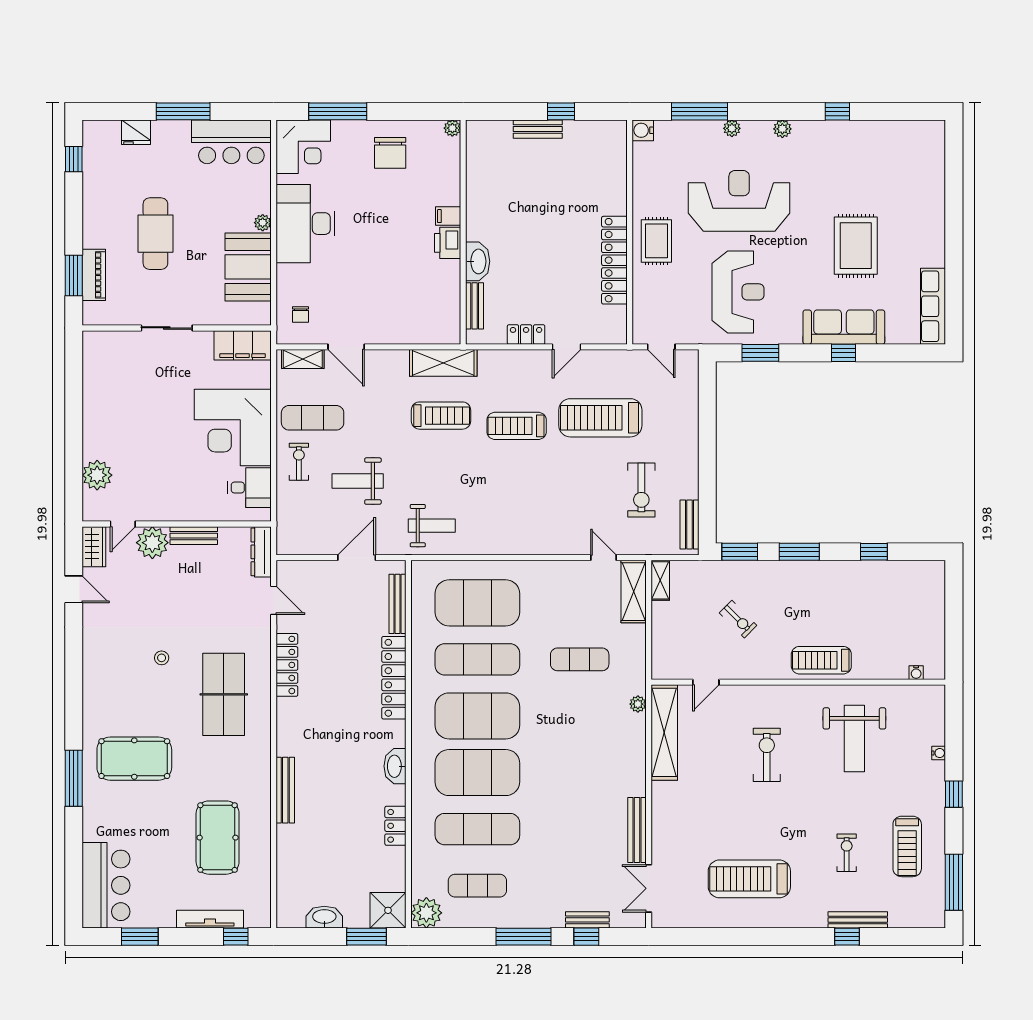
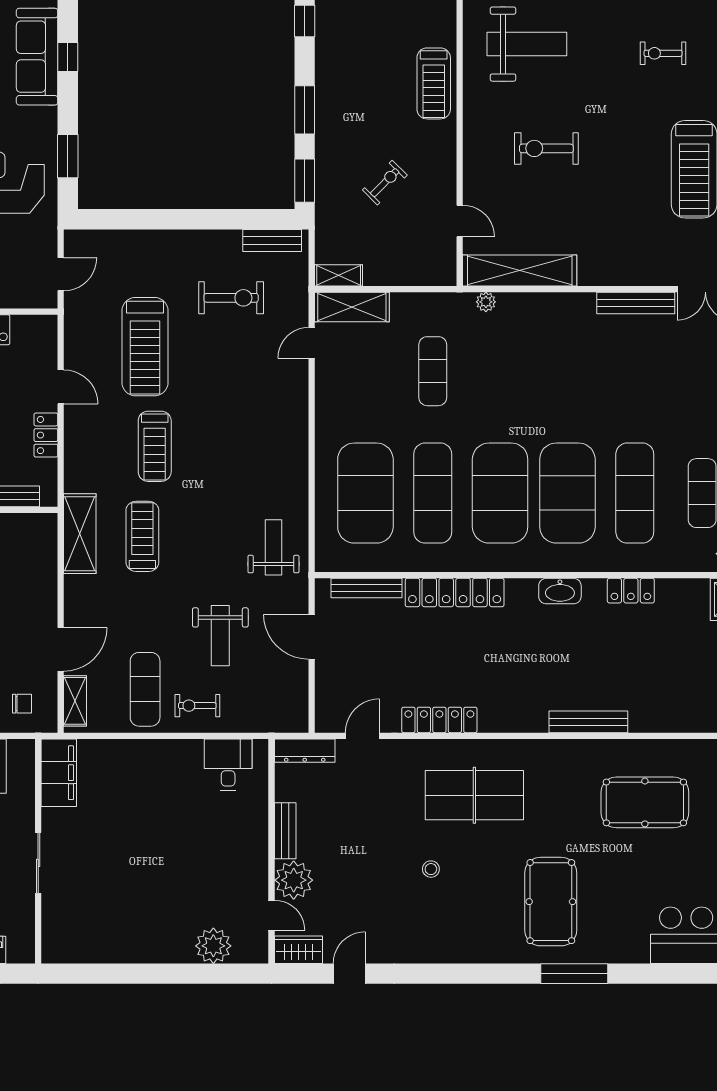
corner desk: (233, 427) -> (157, 784), removed

